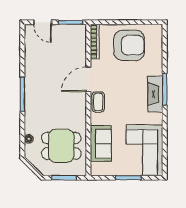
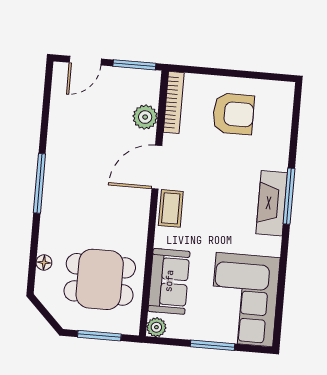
door: (42, 22) -> (85, 61), hinge flipped
armchair: (129, 45) -> (233, 114), width x0.73, depth x0.73
plant: (79, 51) -> (145, 117), added
plant: (96, 170) -> (156, 327), added

